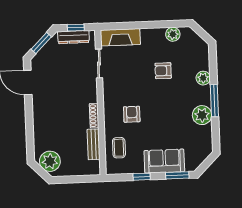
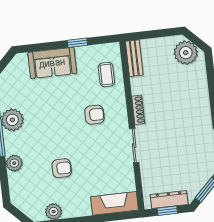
sliding door: (99, 64) -> (134, 146), moved
armchair: (132, 114) -> (94, 115), turned -90
bench: (94, 144) -> (134, 58), moved
window: (177, 175) -> (36, 47), removed

